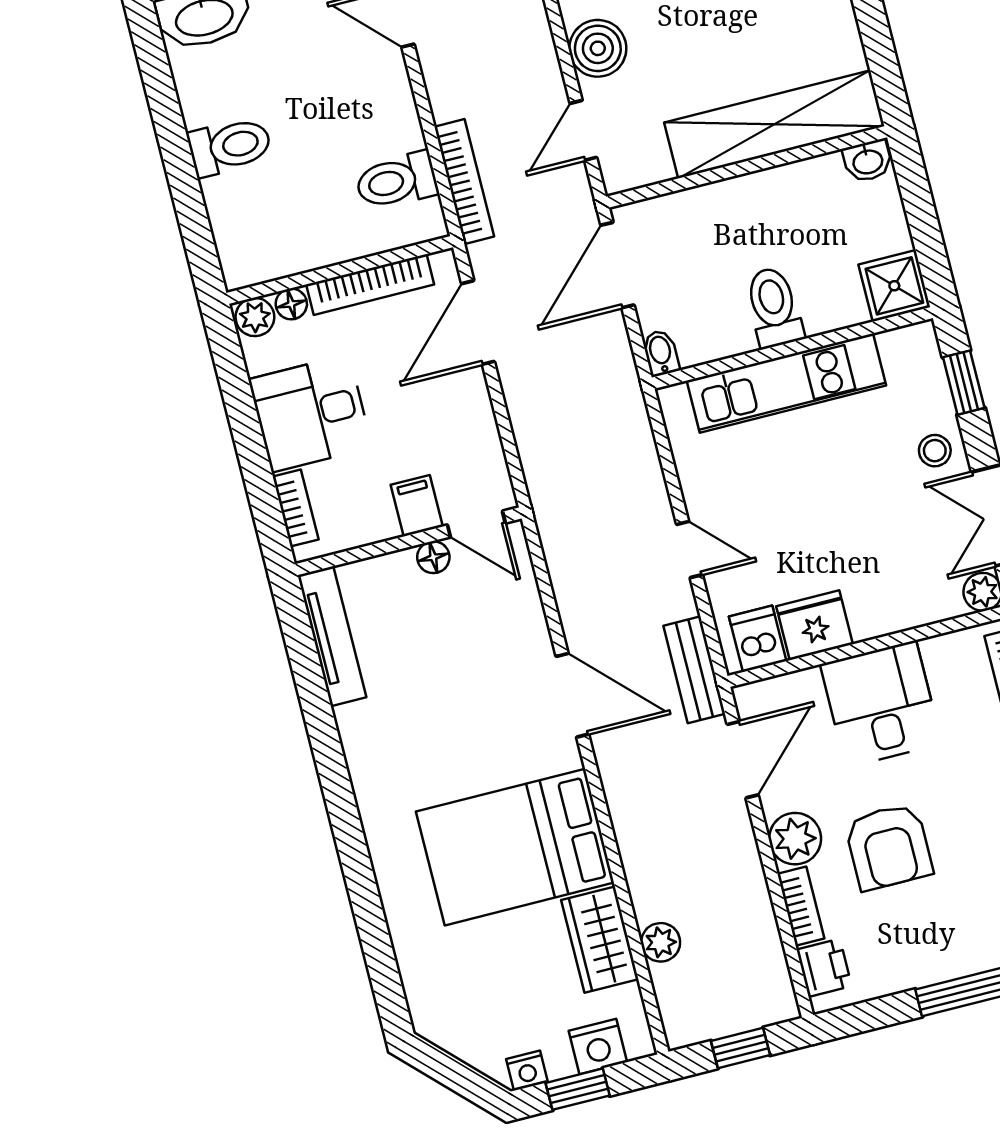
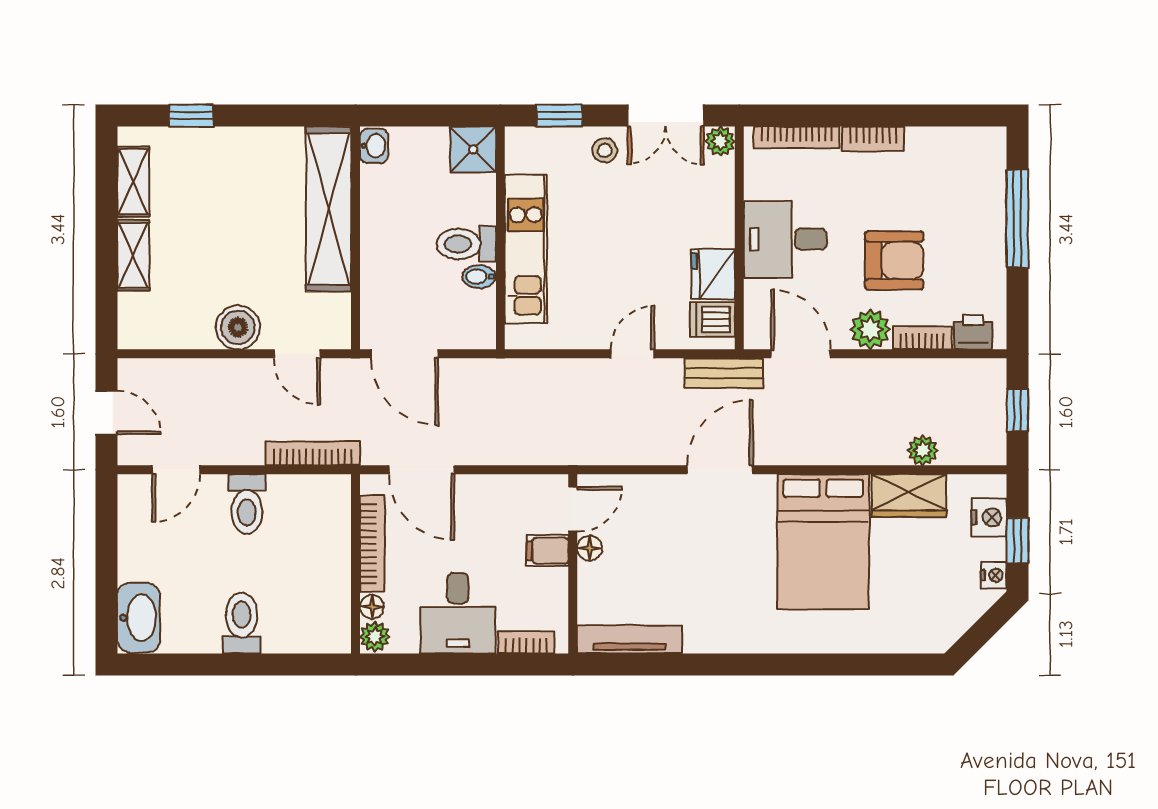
toilet: (397, 181) -> (247, 504), moved
bidet: (661, 353) -> (479, 277), moved

